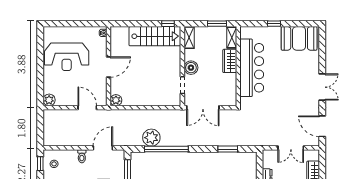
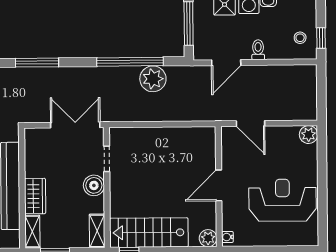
plant: (116, 100) -> (208, 238), moved
window: (228, 149) -> (37, 63), width x1.44

